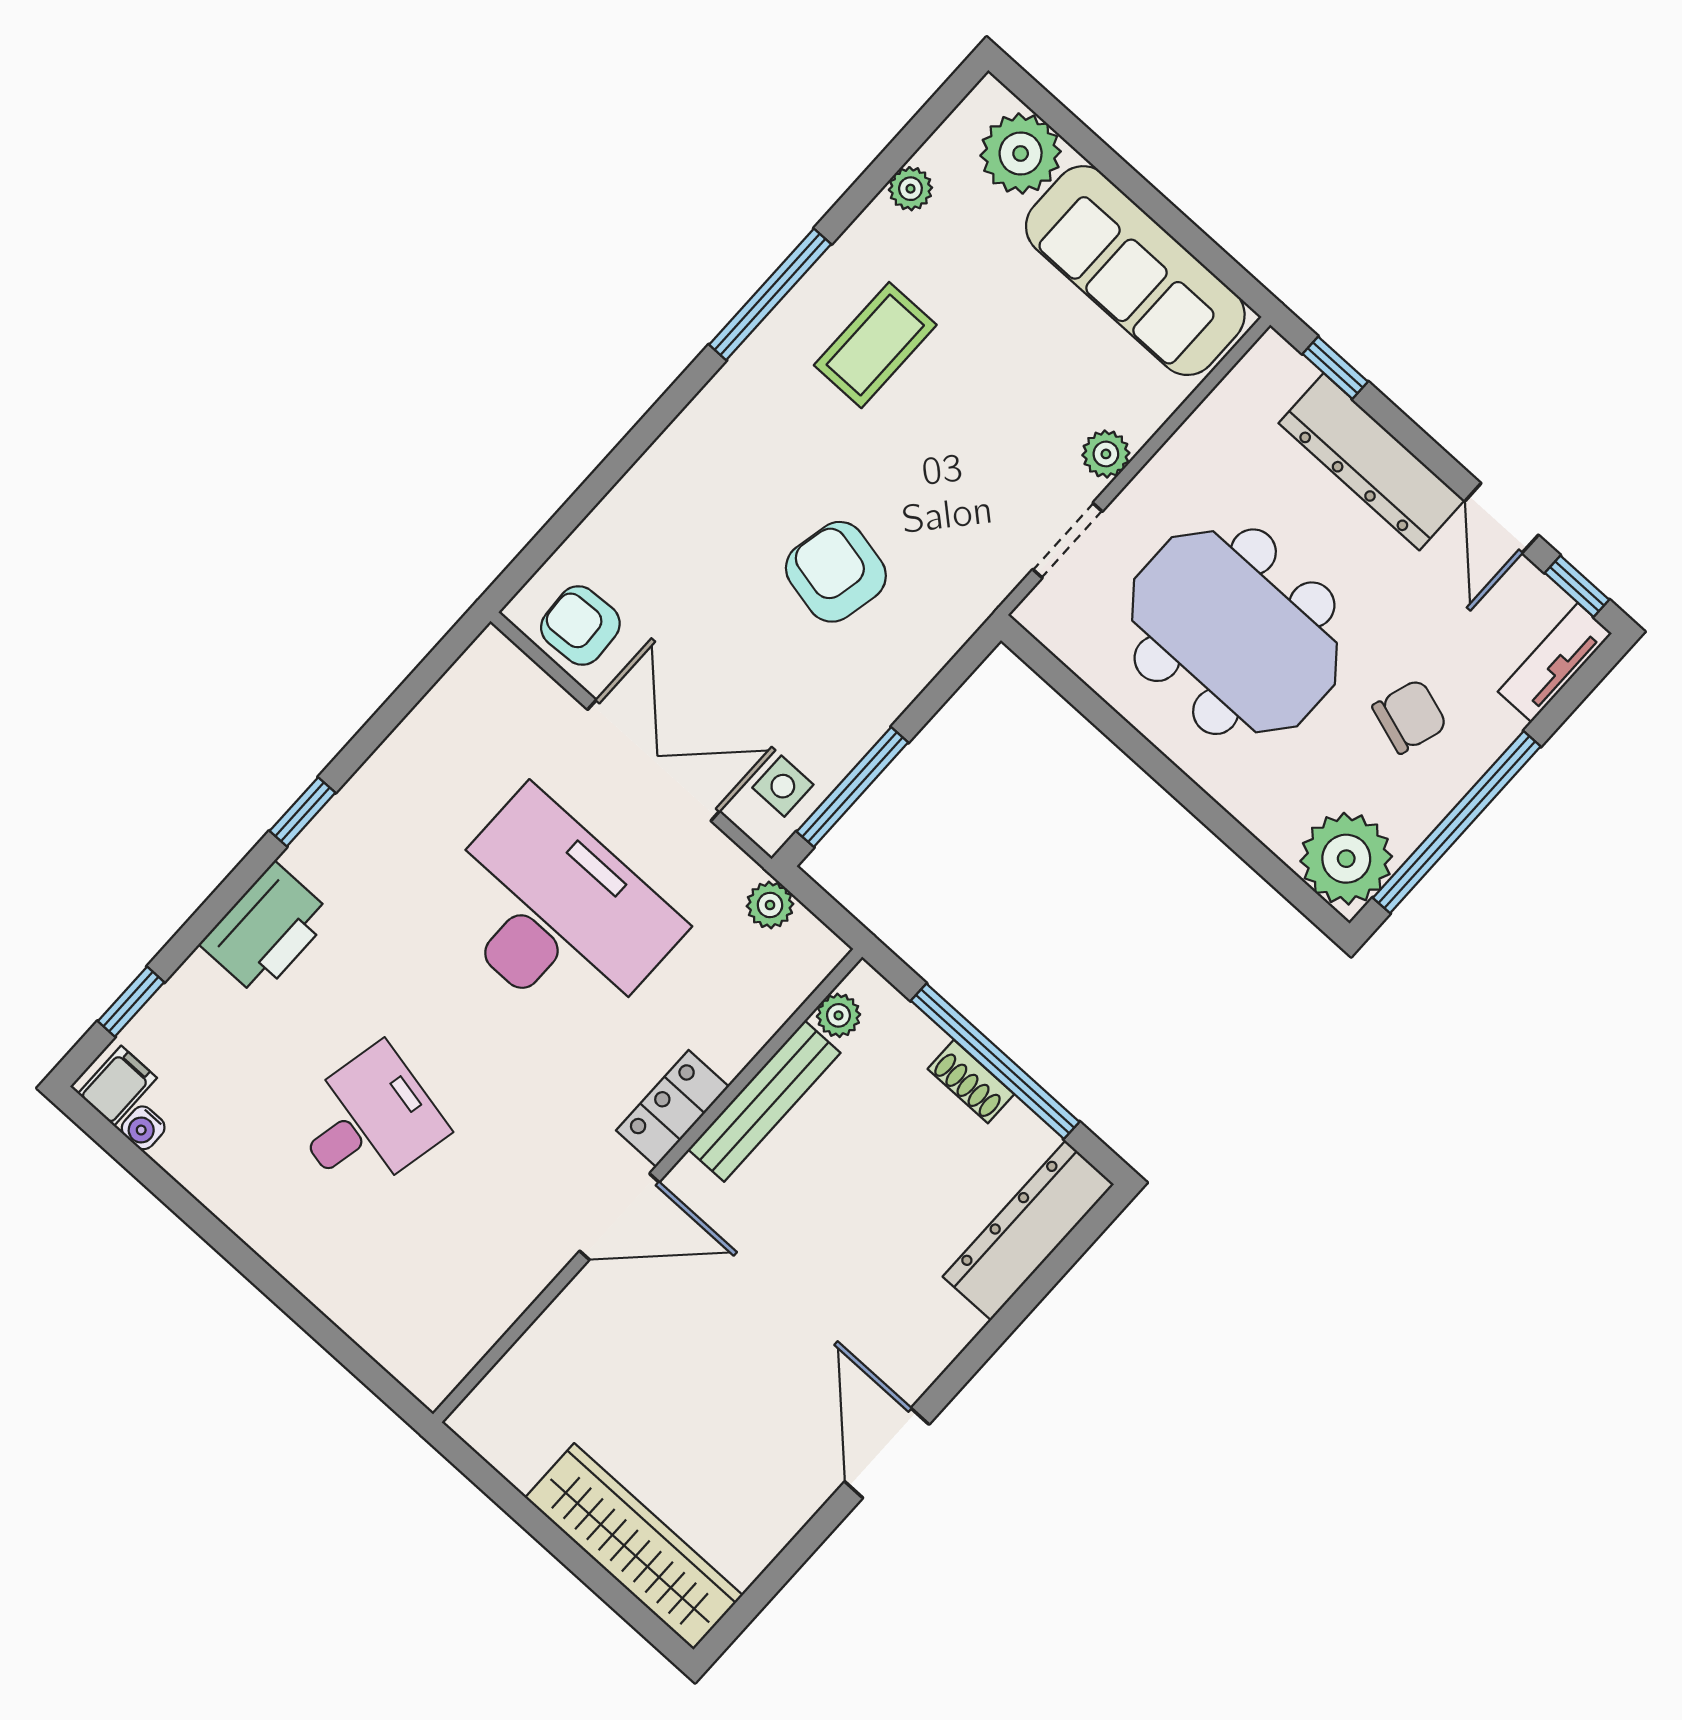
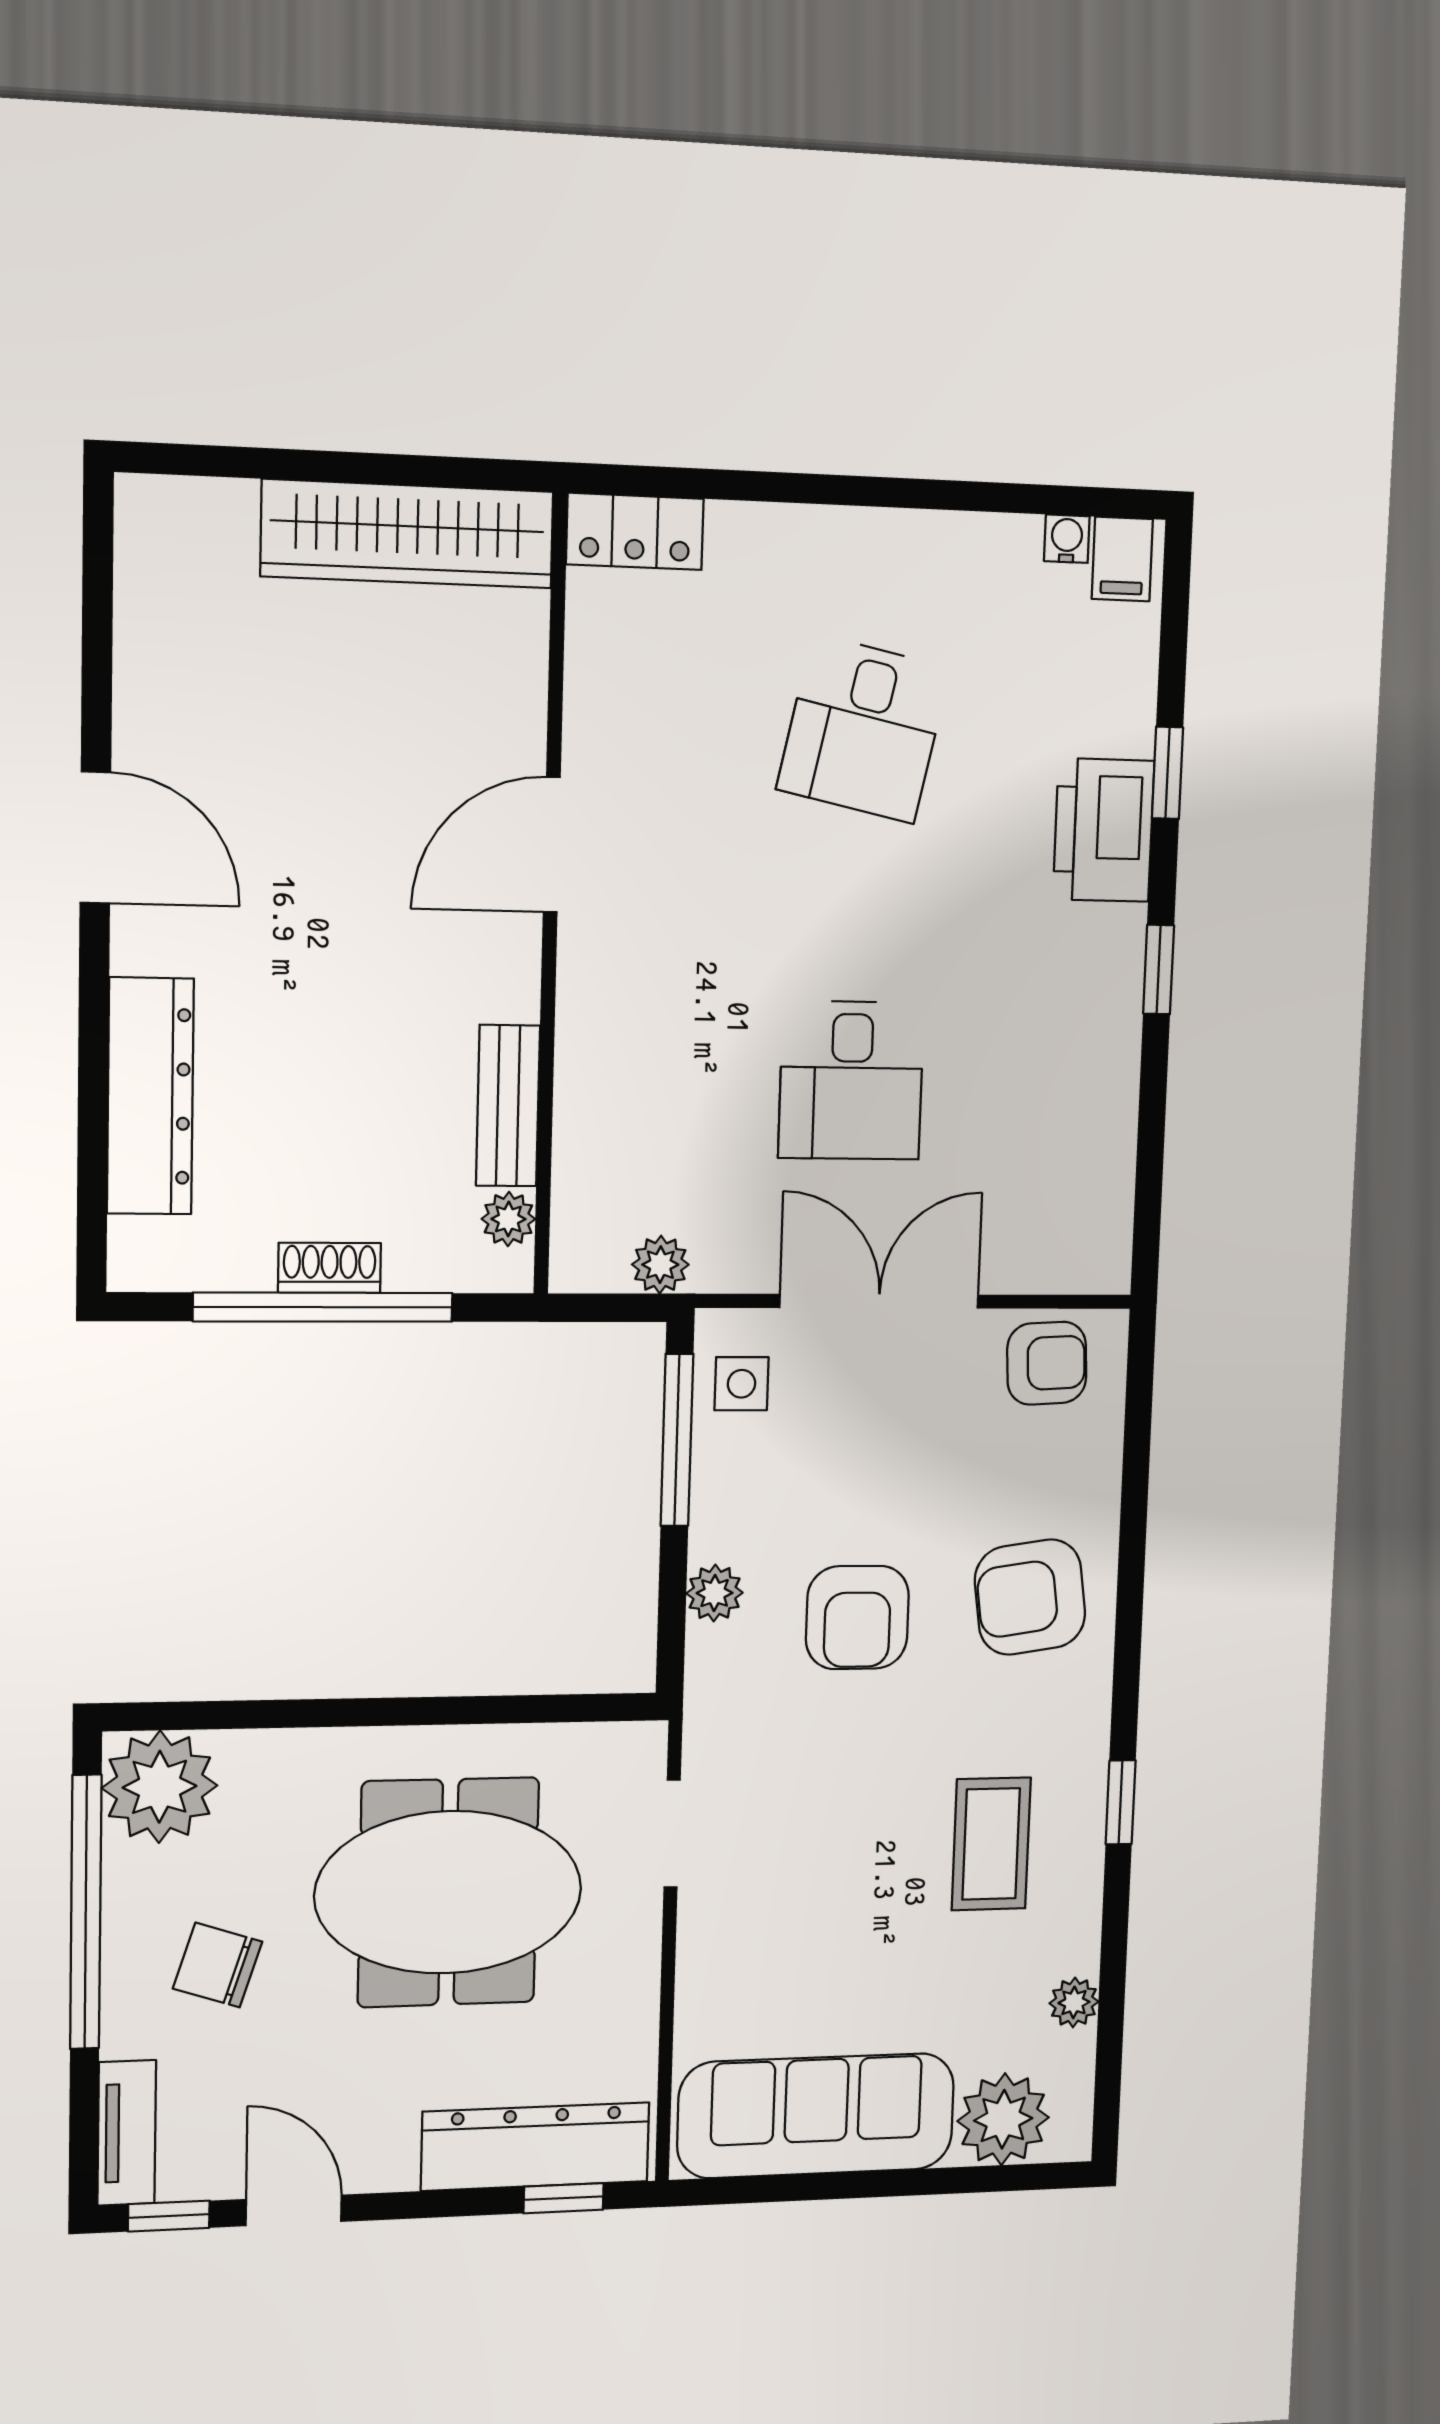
window: (770, 294) -> (1121, 1802), width x0.46
plant: (1106, 454) -> (715, 1593), moved
dresser: (1371, 462) -> (535, 2147), moved
armchair: (716, 484) -> (1030, 1597), added
armchair: (836, 572) -> (857, 1617), turned 78
chair: (1410, 716) -> (218, 1965), turned 90
double door: (654, 760) -> (879, 1301), swing flipped
desk: (556, 914) -> (851, 1080), width x0.53, depth x0.77
window: (131, 1002) -> (1168, 773), moved
bench: (764, 1101) -> (508, 1106), width x0.73
locker: (673, 1108) -> (635, 531), moved, turned 90
dresser: (1028, 1230) -> (150, 1096), moved
wardrobe: (634, 1546) -> (408, 534), moved

